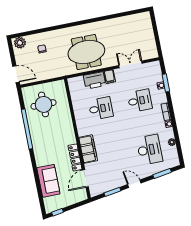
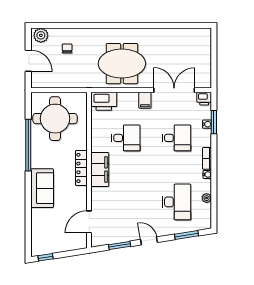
double door: (130, 64) -> (174, 90), width x1.37
printer: (155, 66) -> (204, 99), added
door: (16, 74) -> (28, 61), moved
printer: (94, 80) -> (104, 101), moved
round table: (44, 104) -> (55, 119), width x1.36, depth x1.36
filing cabinet: (88, 149) -> (100, 169), moved
locker: (75, 157) -> (81, 168), moved
sofa: (48, 181) -> (42, 188), moved

